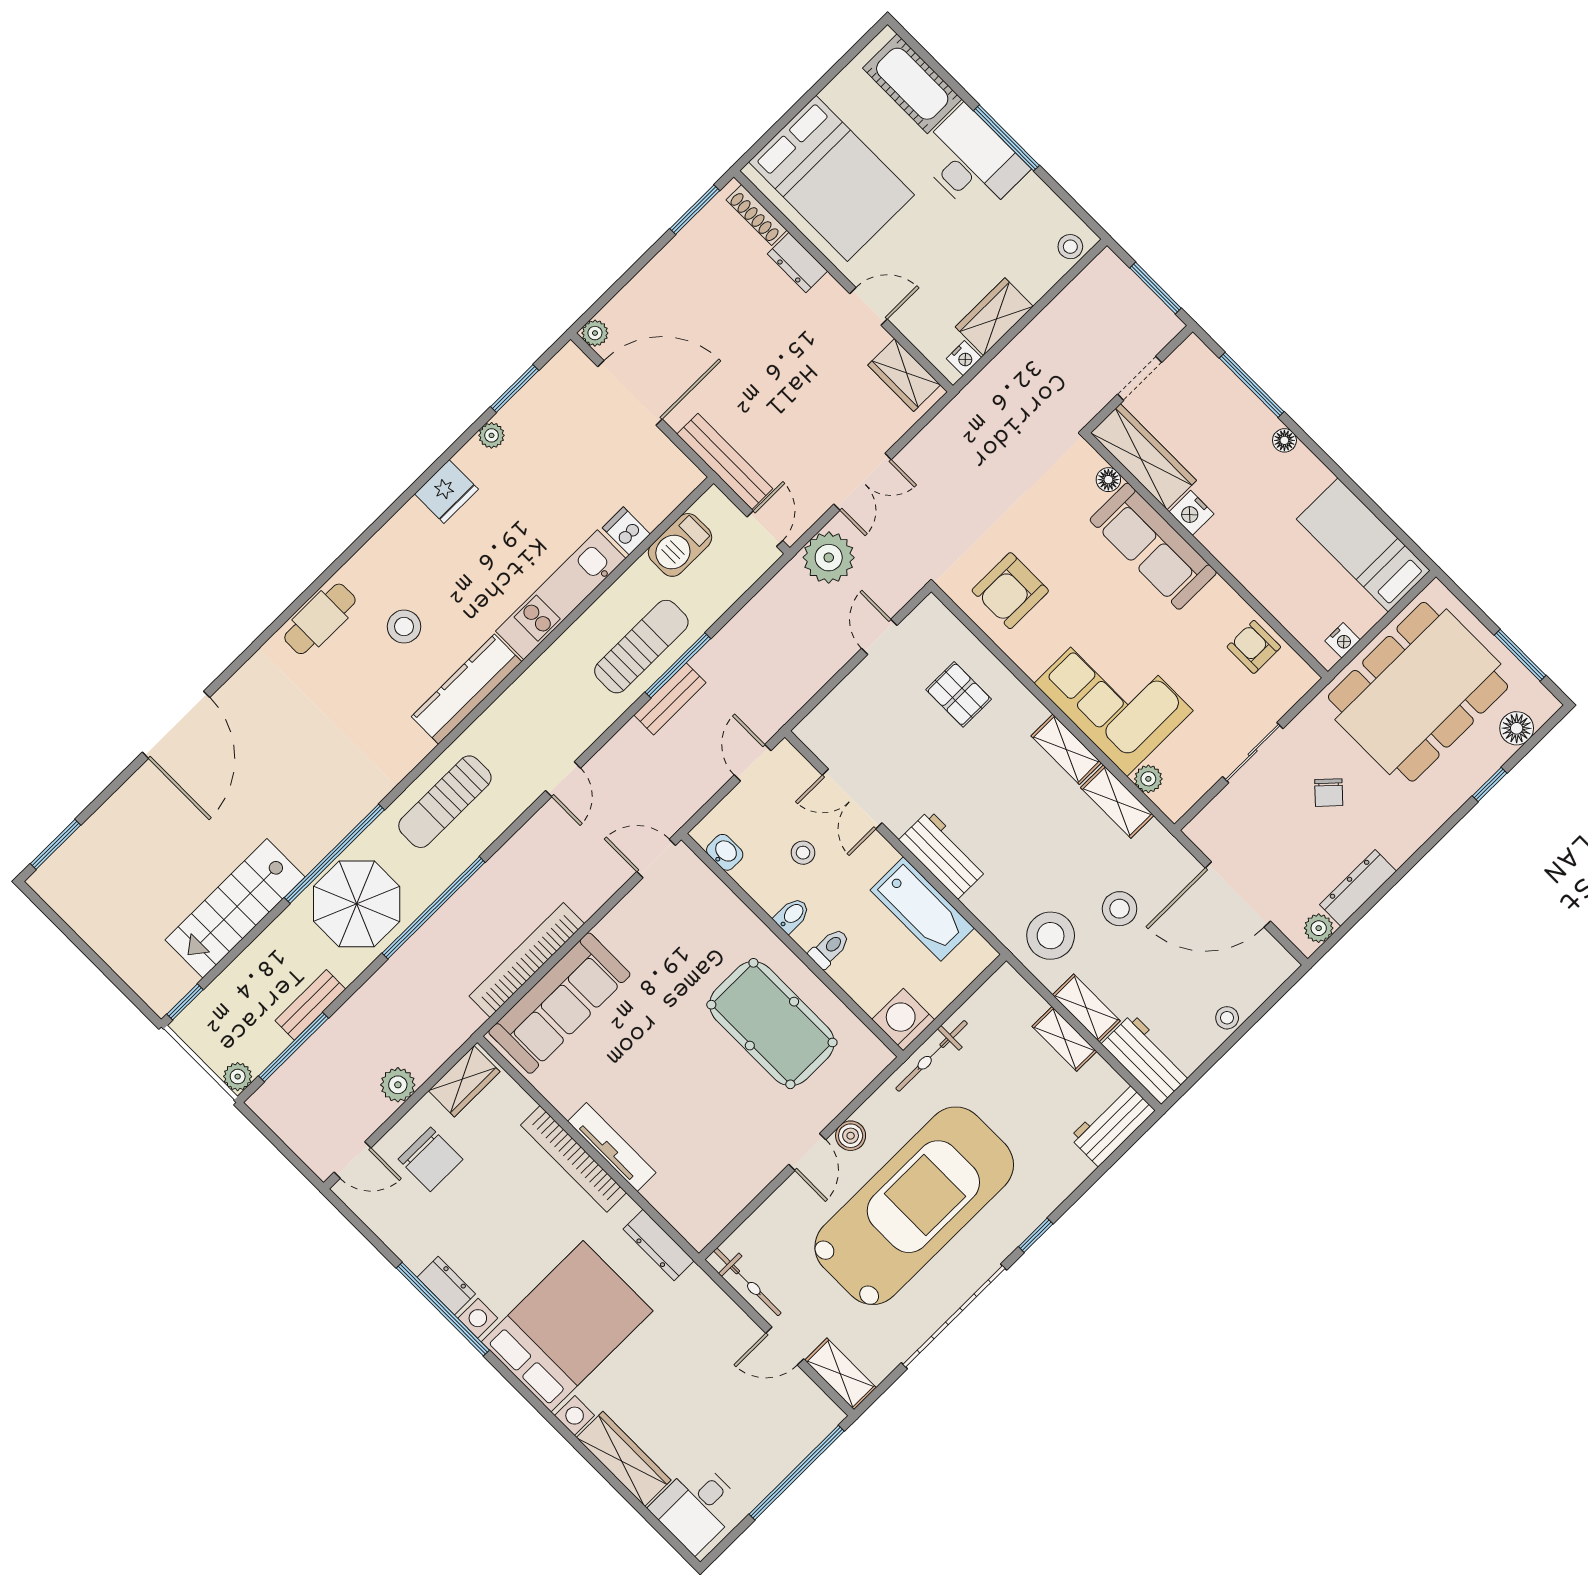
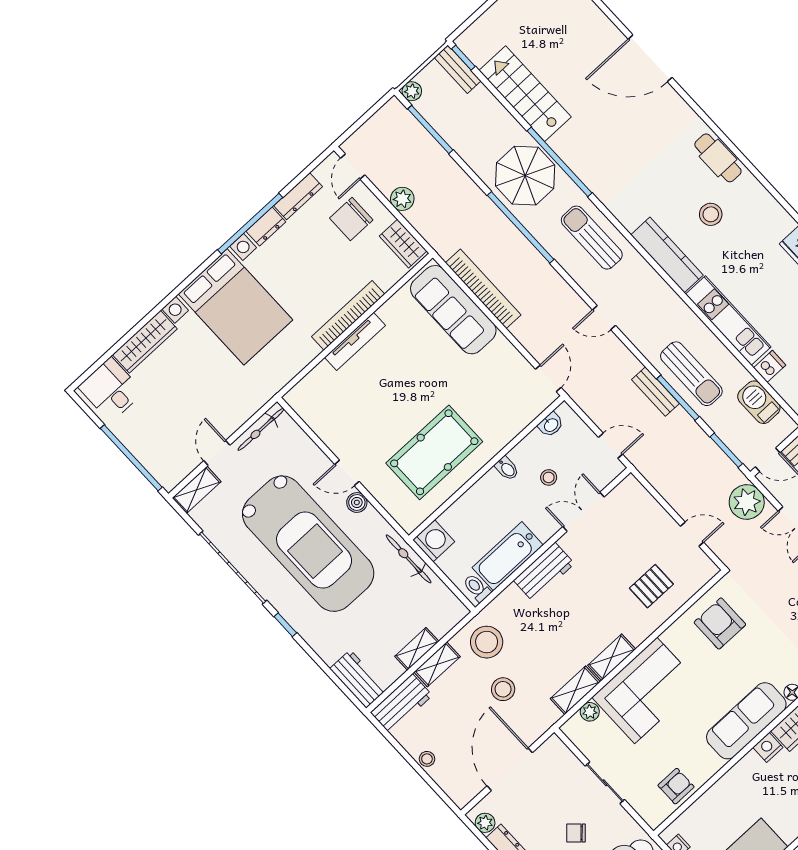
window: (753, 591) -> (726, 450), added
toilet: (829, 948) -> (477, 588), moved, turned 180
bench: (310, 1005) -> (458, 69), moved
dresser: (659, 1245) -> (298, 196), moved, turned 180

